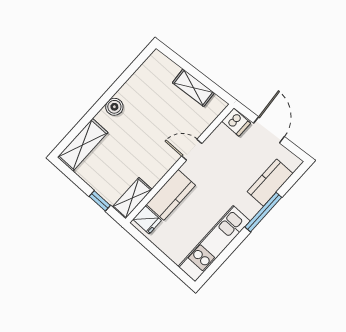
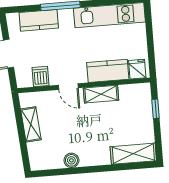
boiler: (114, 107) -> (71, 160), moved
dishwasher: (236, 122) -> (41, 77), moved
shelving: (132, 198) -> (101, 94), moved

